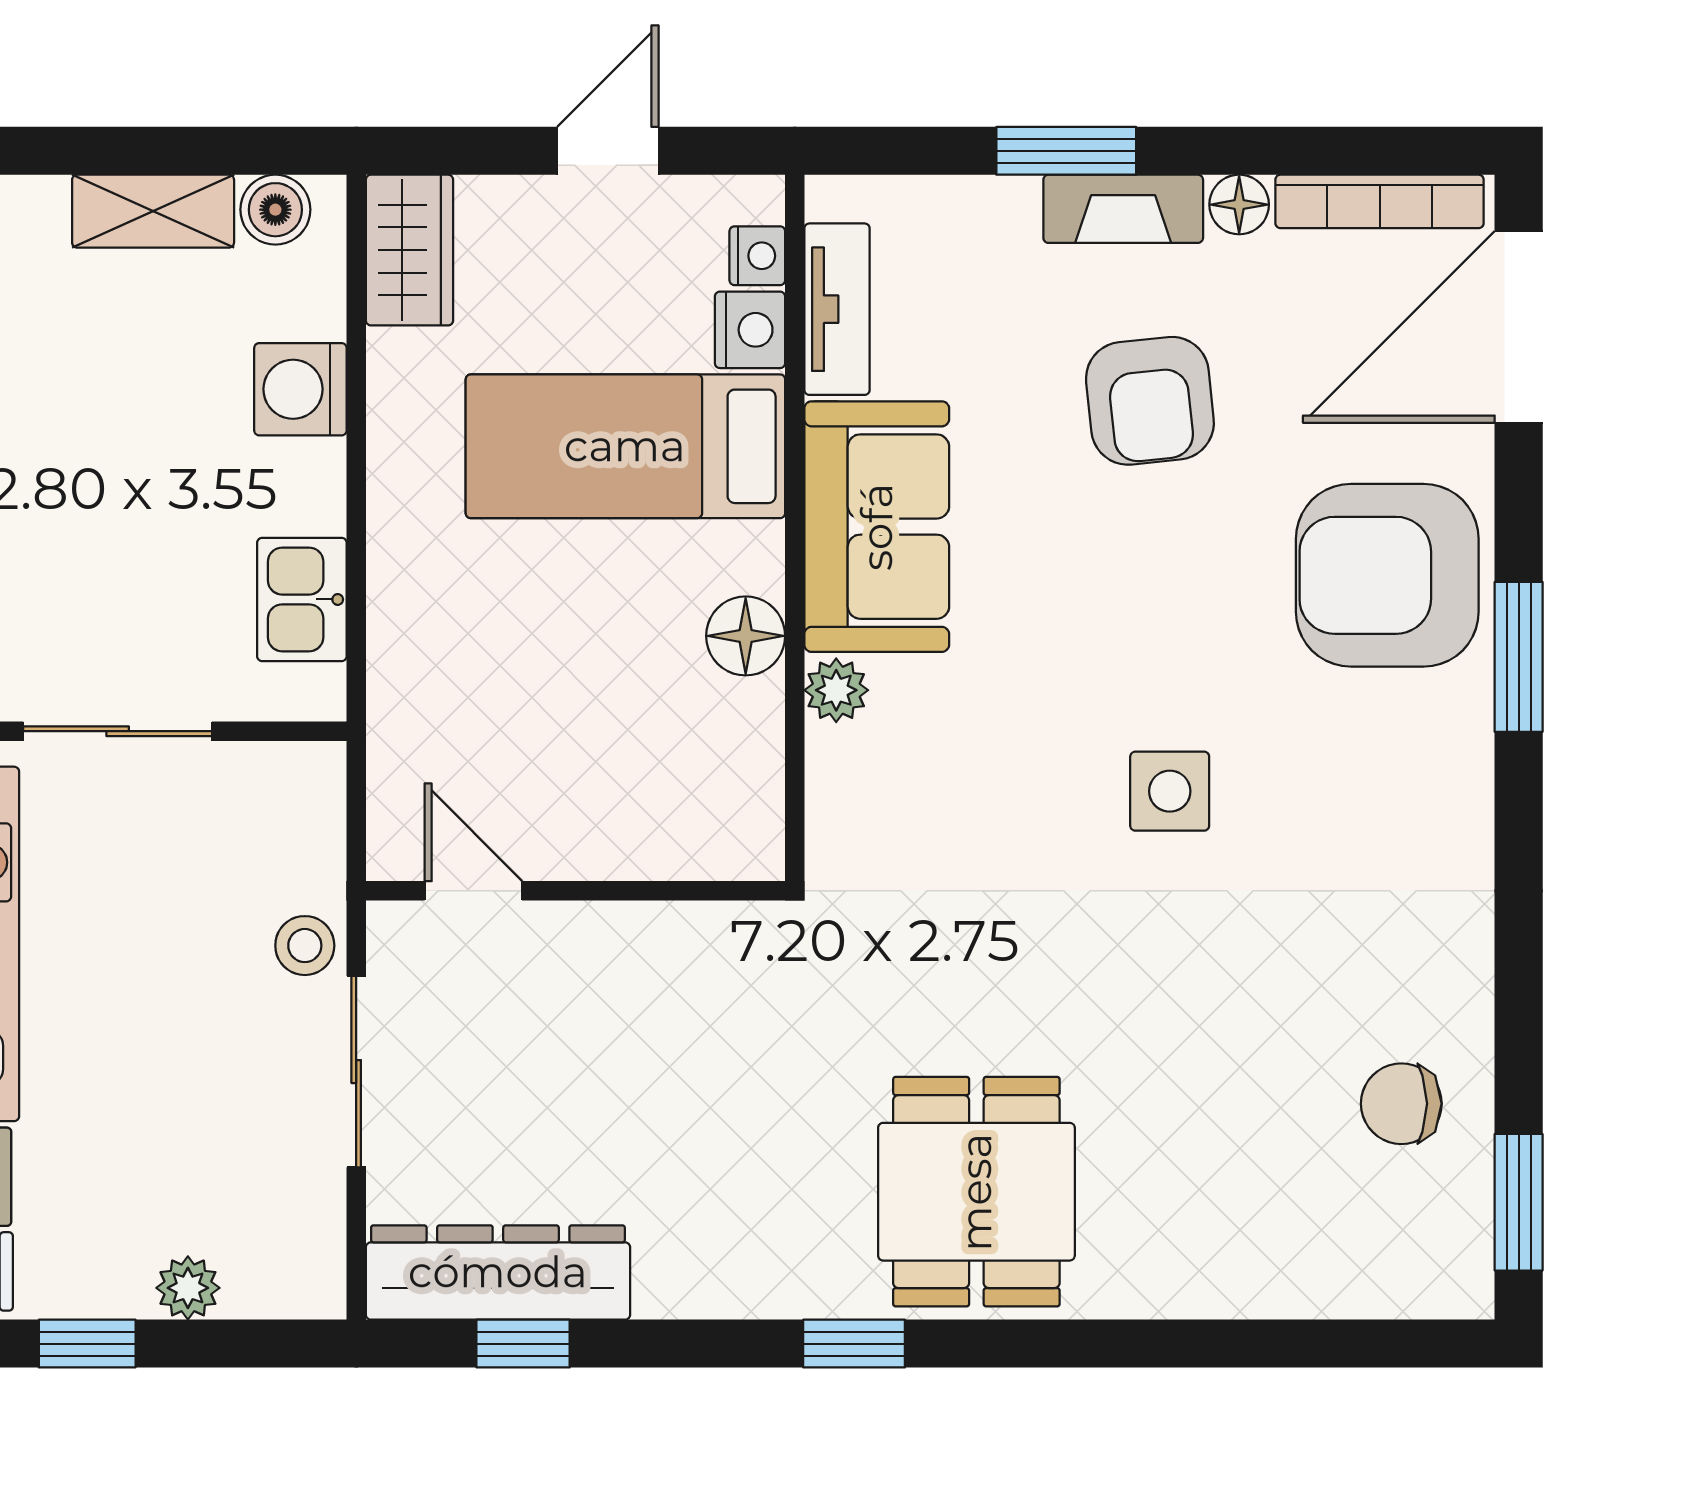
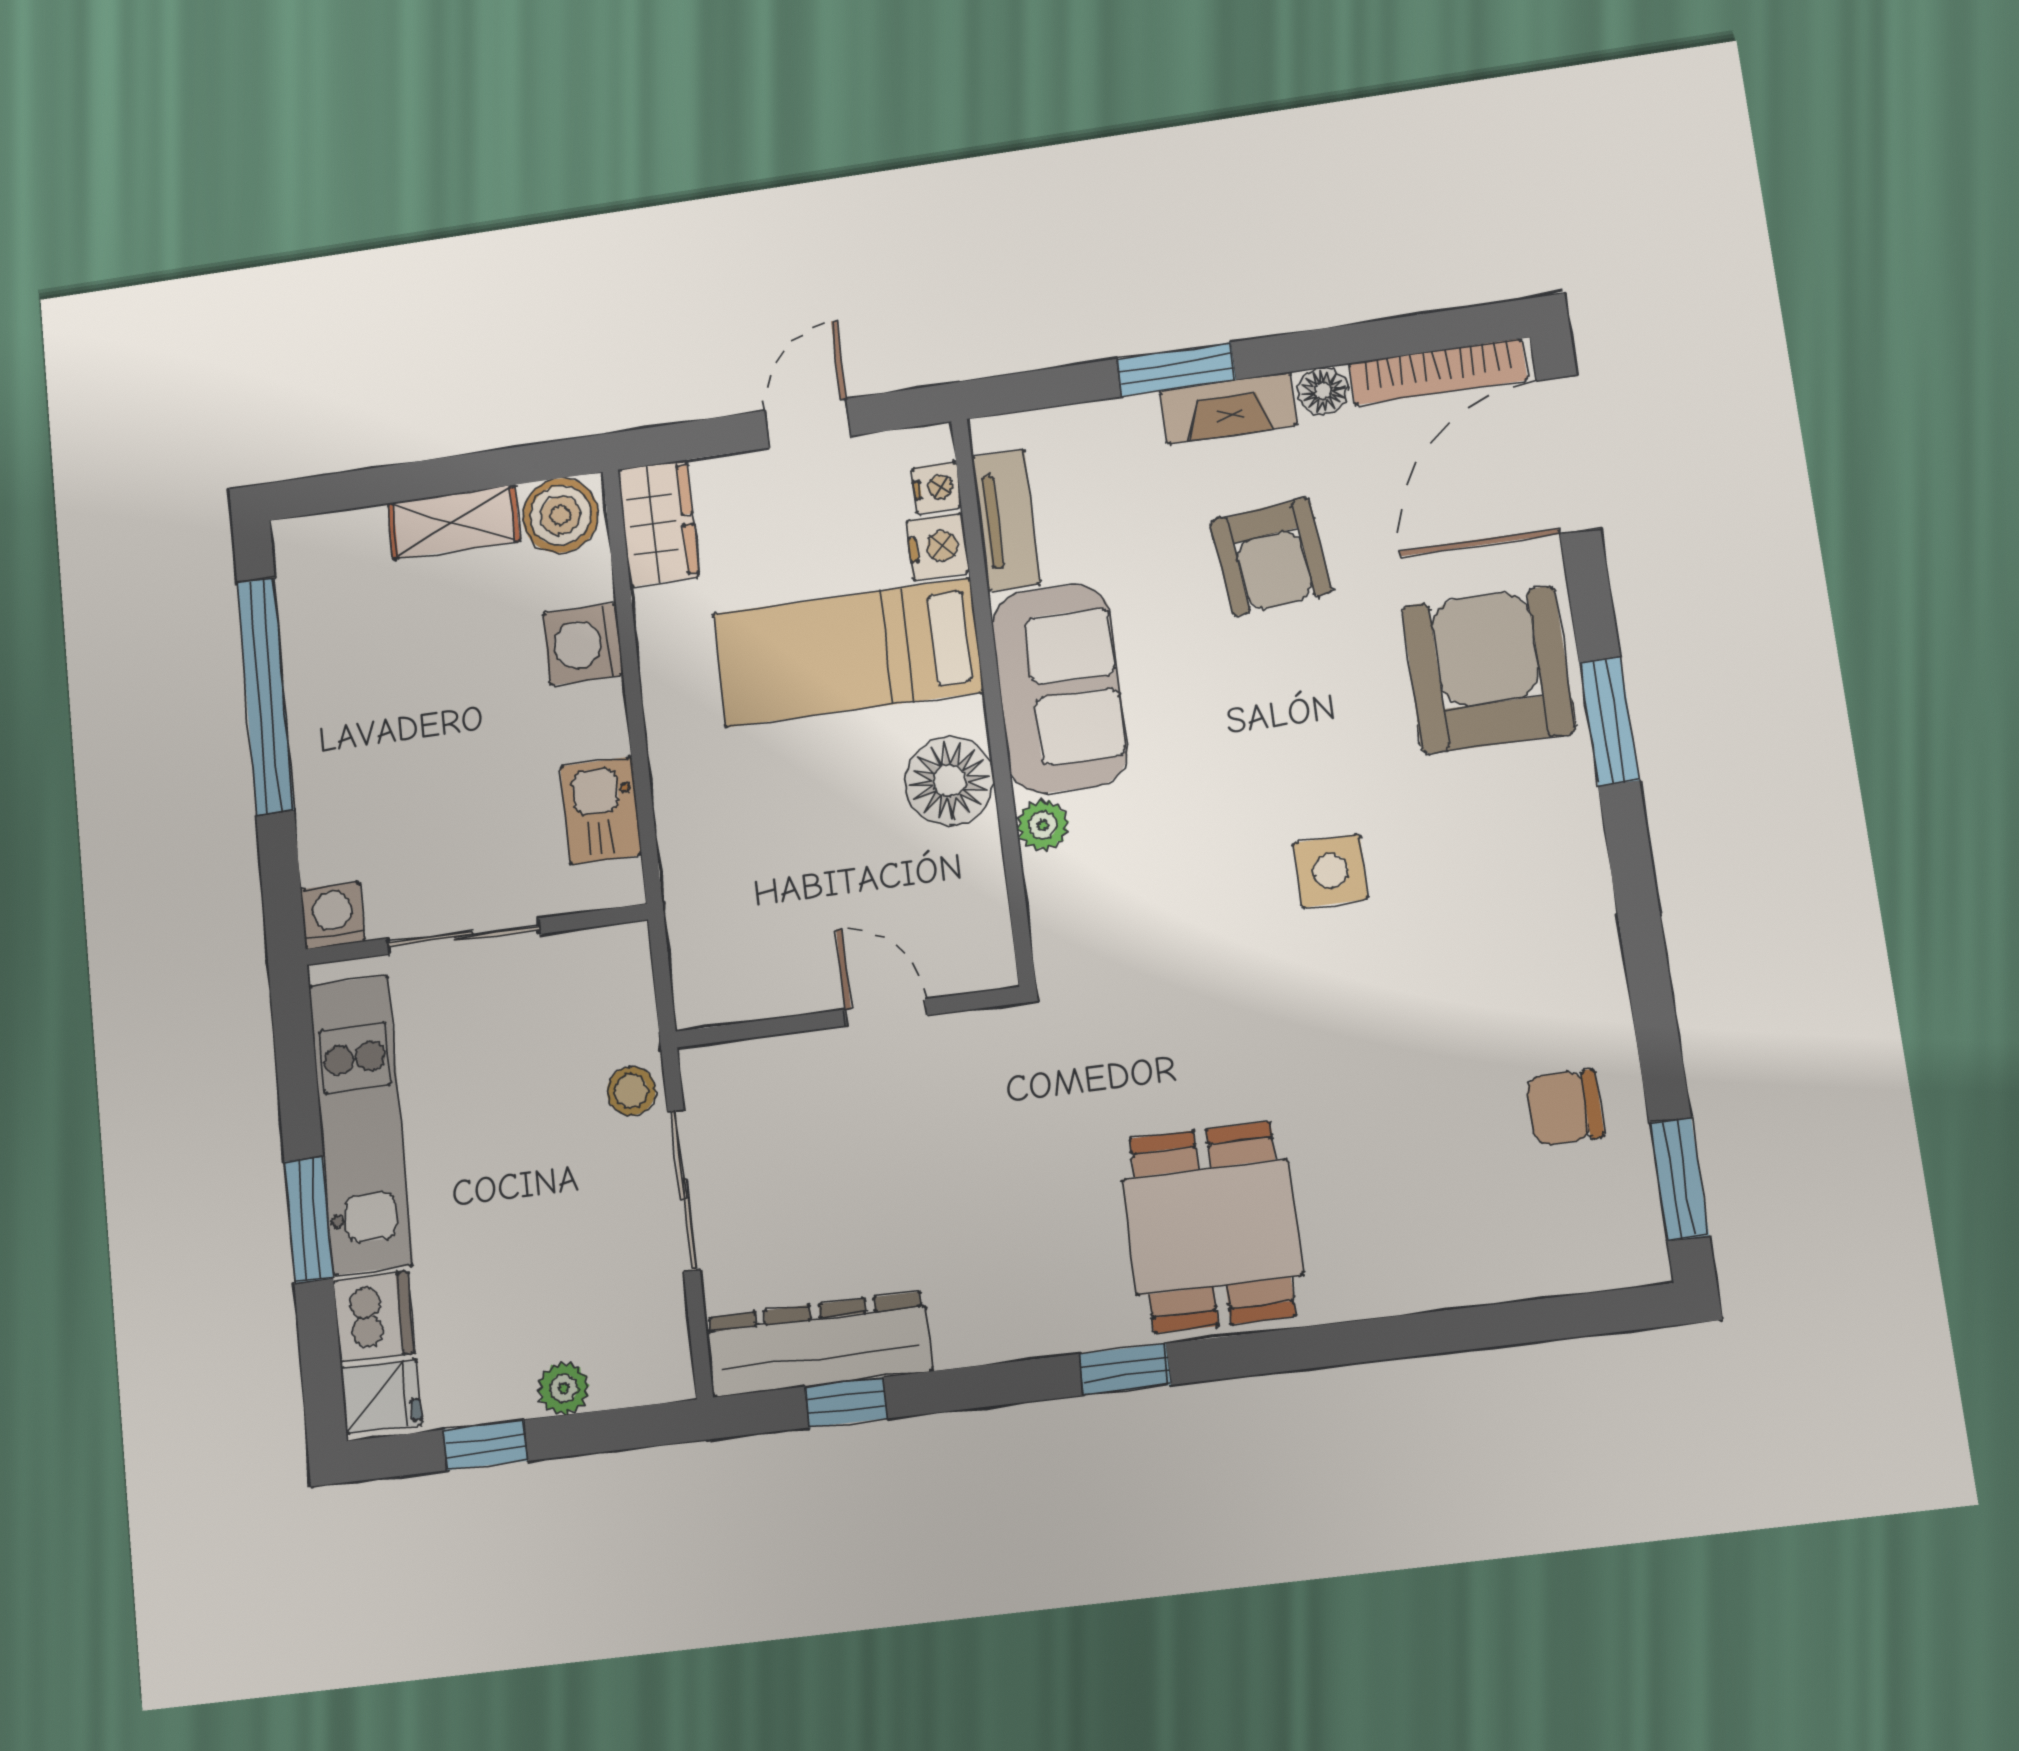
boiler: (275, 210) -> (560, 515), width x1.36, depth x1.36
armchair: (1387, 575) -> (1488, 670), turned 90
floor lamp: (746, 636) -> (950, 781), width x1.38, depth x1.38
door: (473, 891) -> (886, 1012), moved

